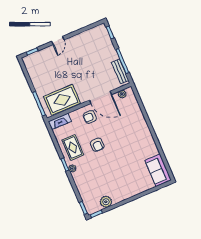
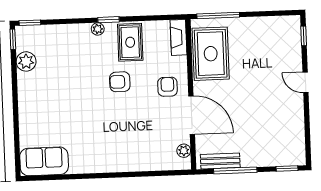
door: (101, 97) -> (192, 115), swing flipped
rug: (73, 147) -> (130, 42), turned 90

